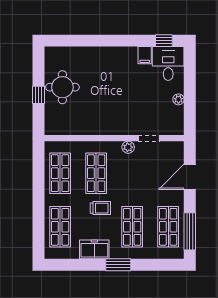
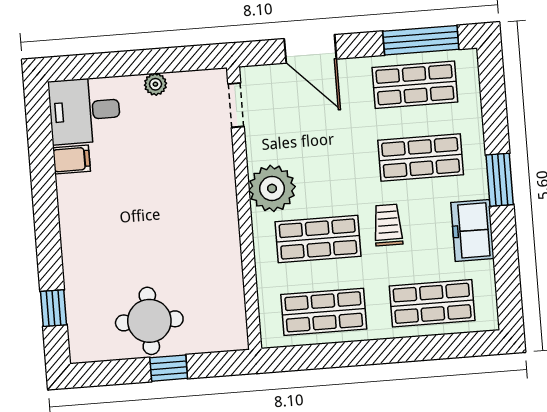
window: (164, 41) -> (54, 308), moved
doorway: (149, 138) -> (236, 105), moved
plant: (128, 147) -> (272, 188), width x1.88, depth x1.88

